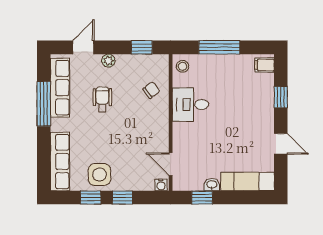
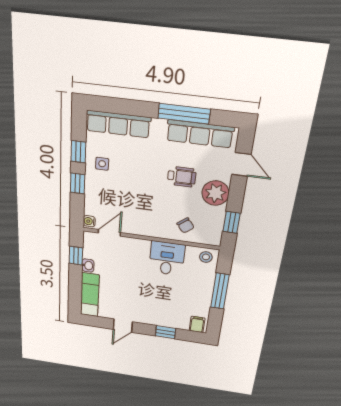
plant: (108, 61) -> (215, 193), width x1.88, depth x1.88
side table: (99, 175) -> (102, 164), width x0.54, depth x0.54

